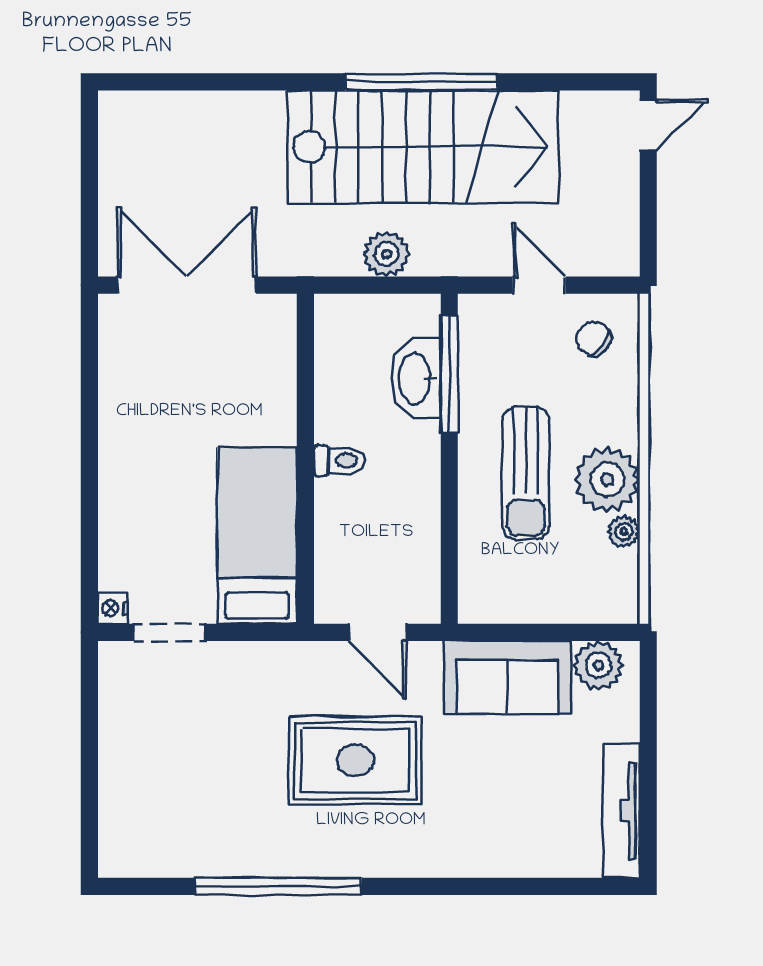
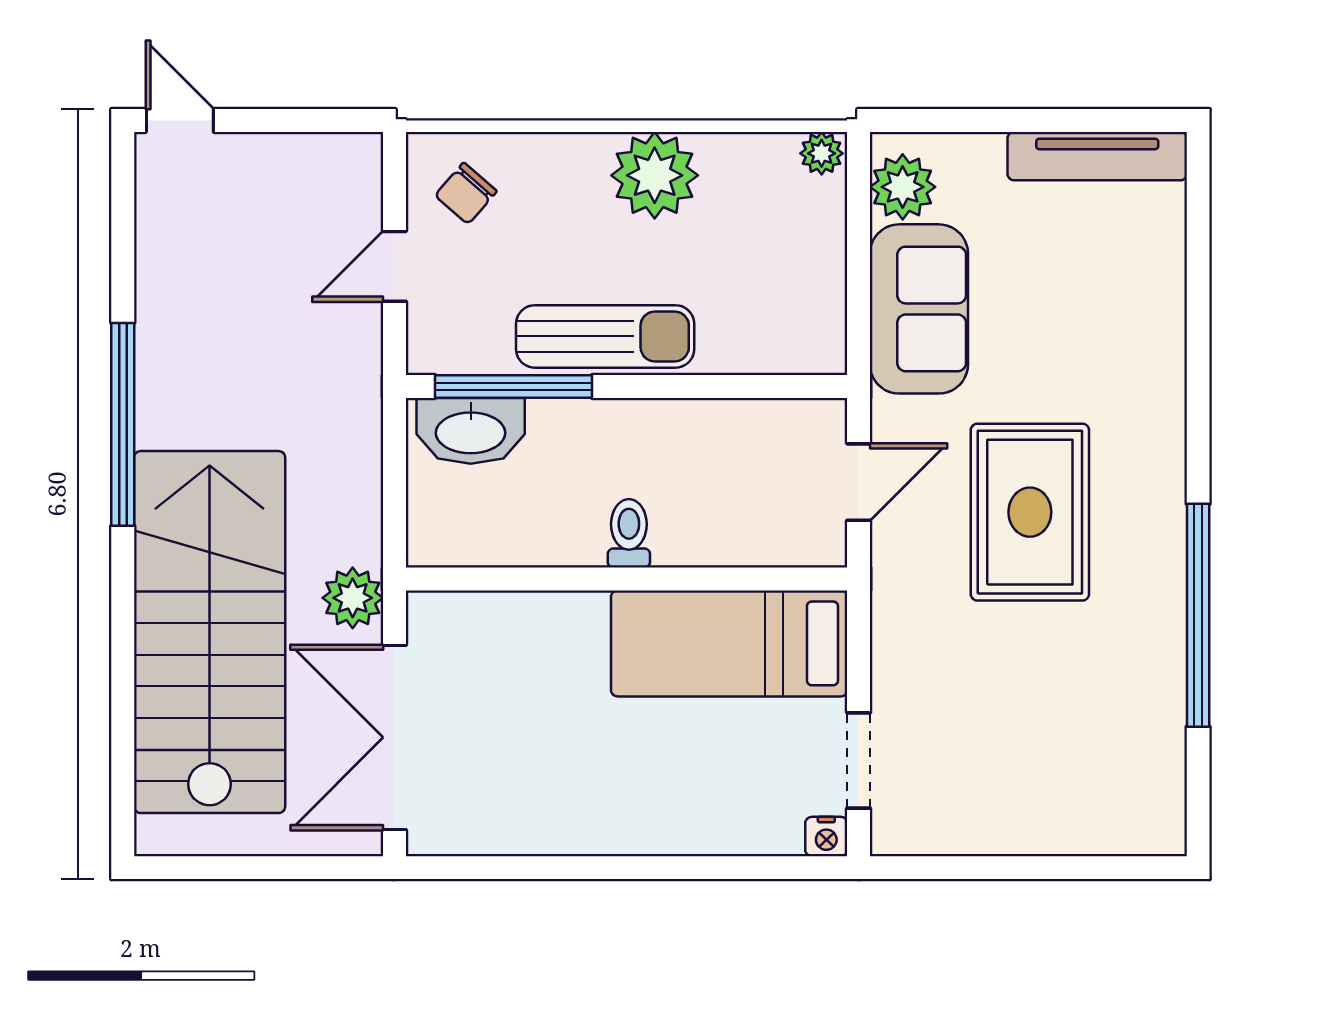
stairs: (423, 147) -> (210, 632), moved
plant: (386, 254) -> (353, 598), moved
washbasin: (416, 379) -> (471, 431), moved
sun lounger: (526, 473) -> (605, 336), moved
plant: (624, 532) -> (822, 153), moved

